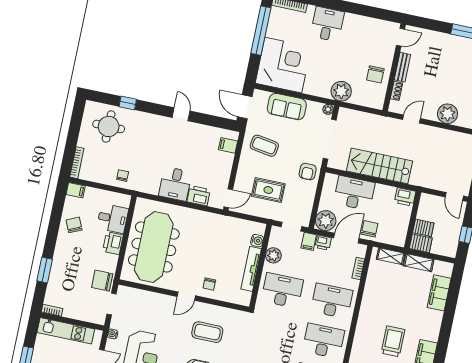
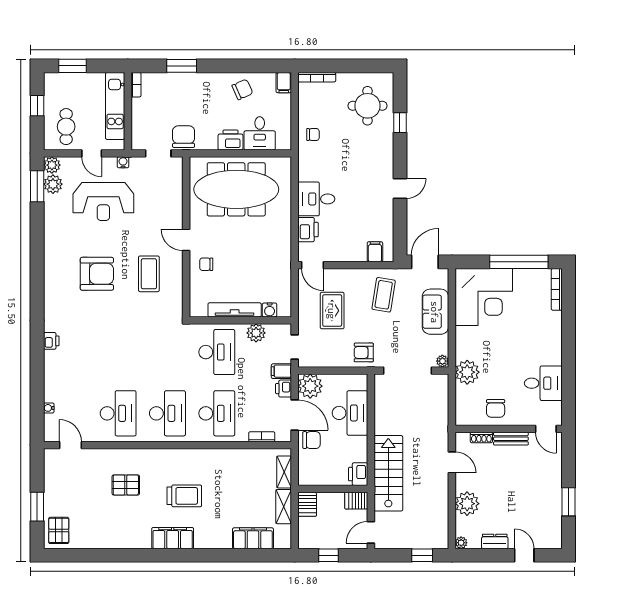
desk: (327, 24) -> (543, 383), moved
chair: (375, 74) -> (496, 408), turned -90
stairs: (380, 166) -> (388, 473), moved
server rack: (423, 228) -> (356, 501), moved, turned 90

